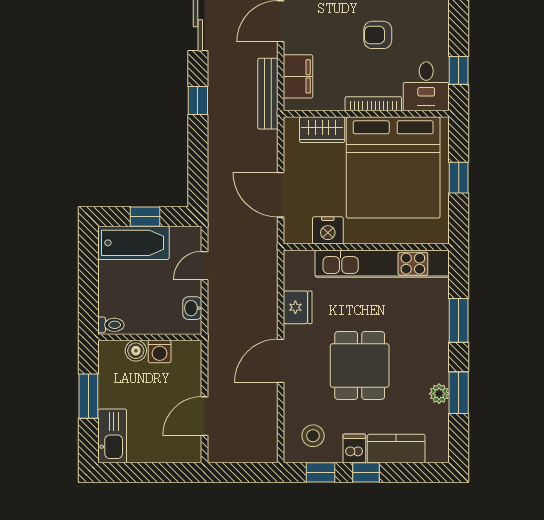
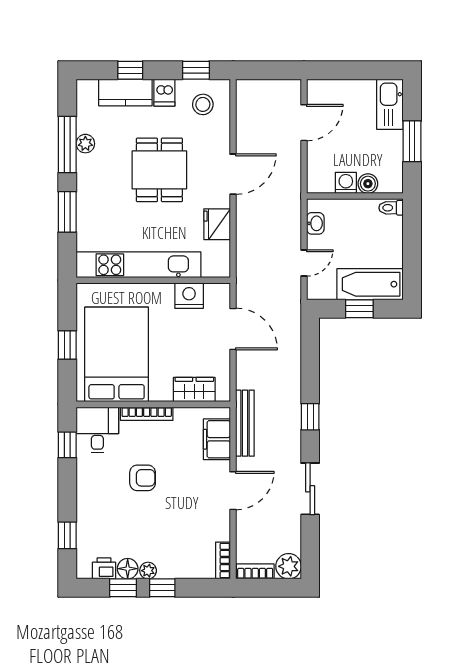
bed: (393, 167) -> (117, 354), width x0.73
window: (459, 393) -> (67, 145), width x1.44
window: (366, 472) -> (130, 70), moved

